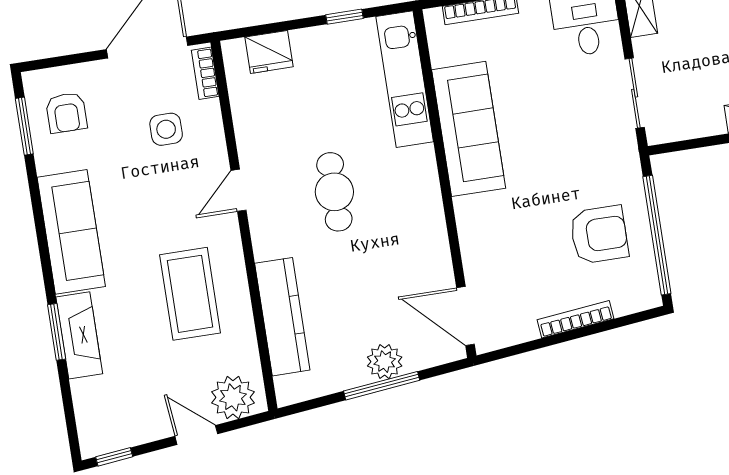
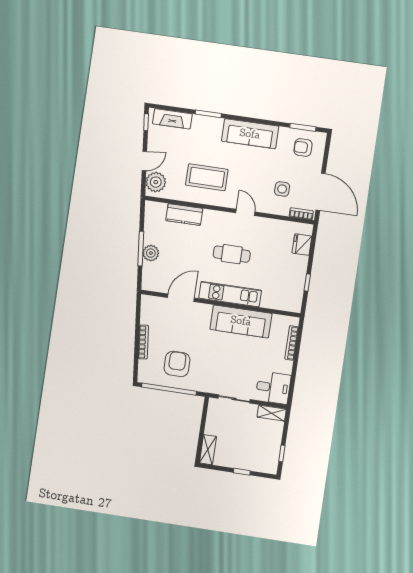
kitchen unit: (405, 79) -> (230, 294), moved
armchair: (599, 235) -> (177, 364), turned 180
door: (465, 316) -> (181, 298), moved
kitchen counter: (282, 317) -> (184, 215), width x0.67
fireplace: (79, 335) -> (172, 119), moved

